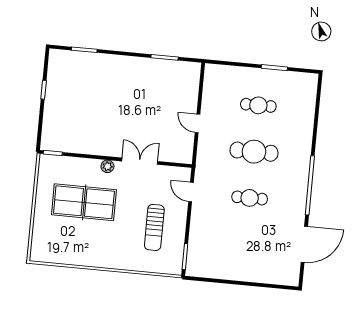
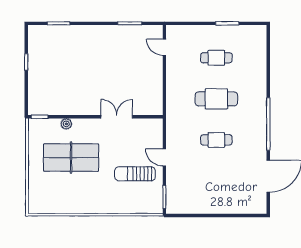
door: (198, 123) -> (164, 47), moved
plant: (107, 166) -> (66, 124), moved
door: (191, 192) -> (164, 157), moved
sun lounger: (154, 227) -> (135, 174), turned 90

